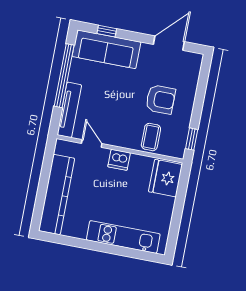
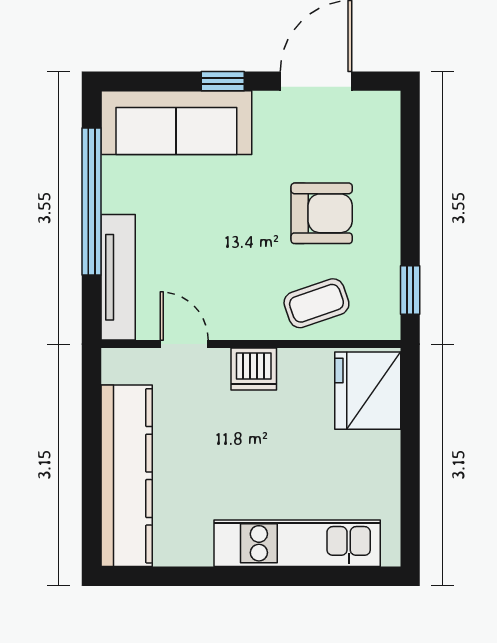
window: (107, 31) -> (223, 81), moved
coffee table: (151, 137) -> (316, 303), turned 71

